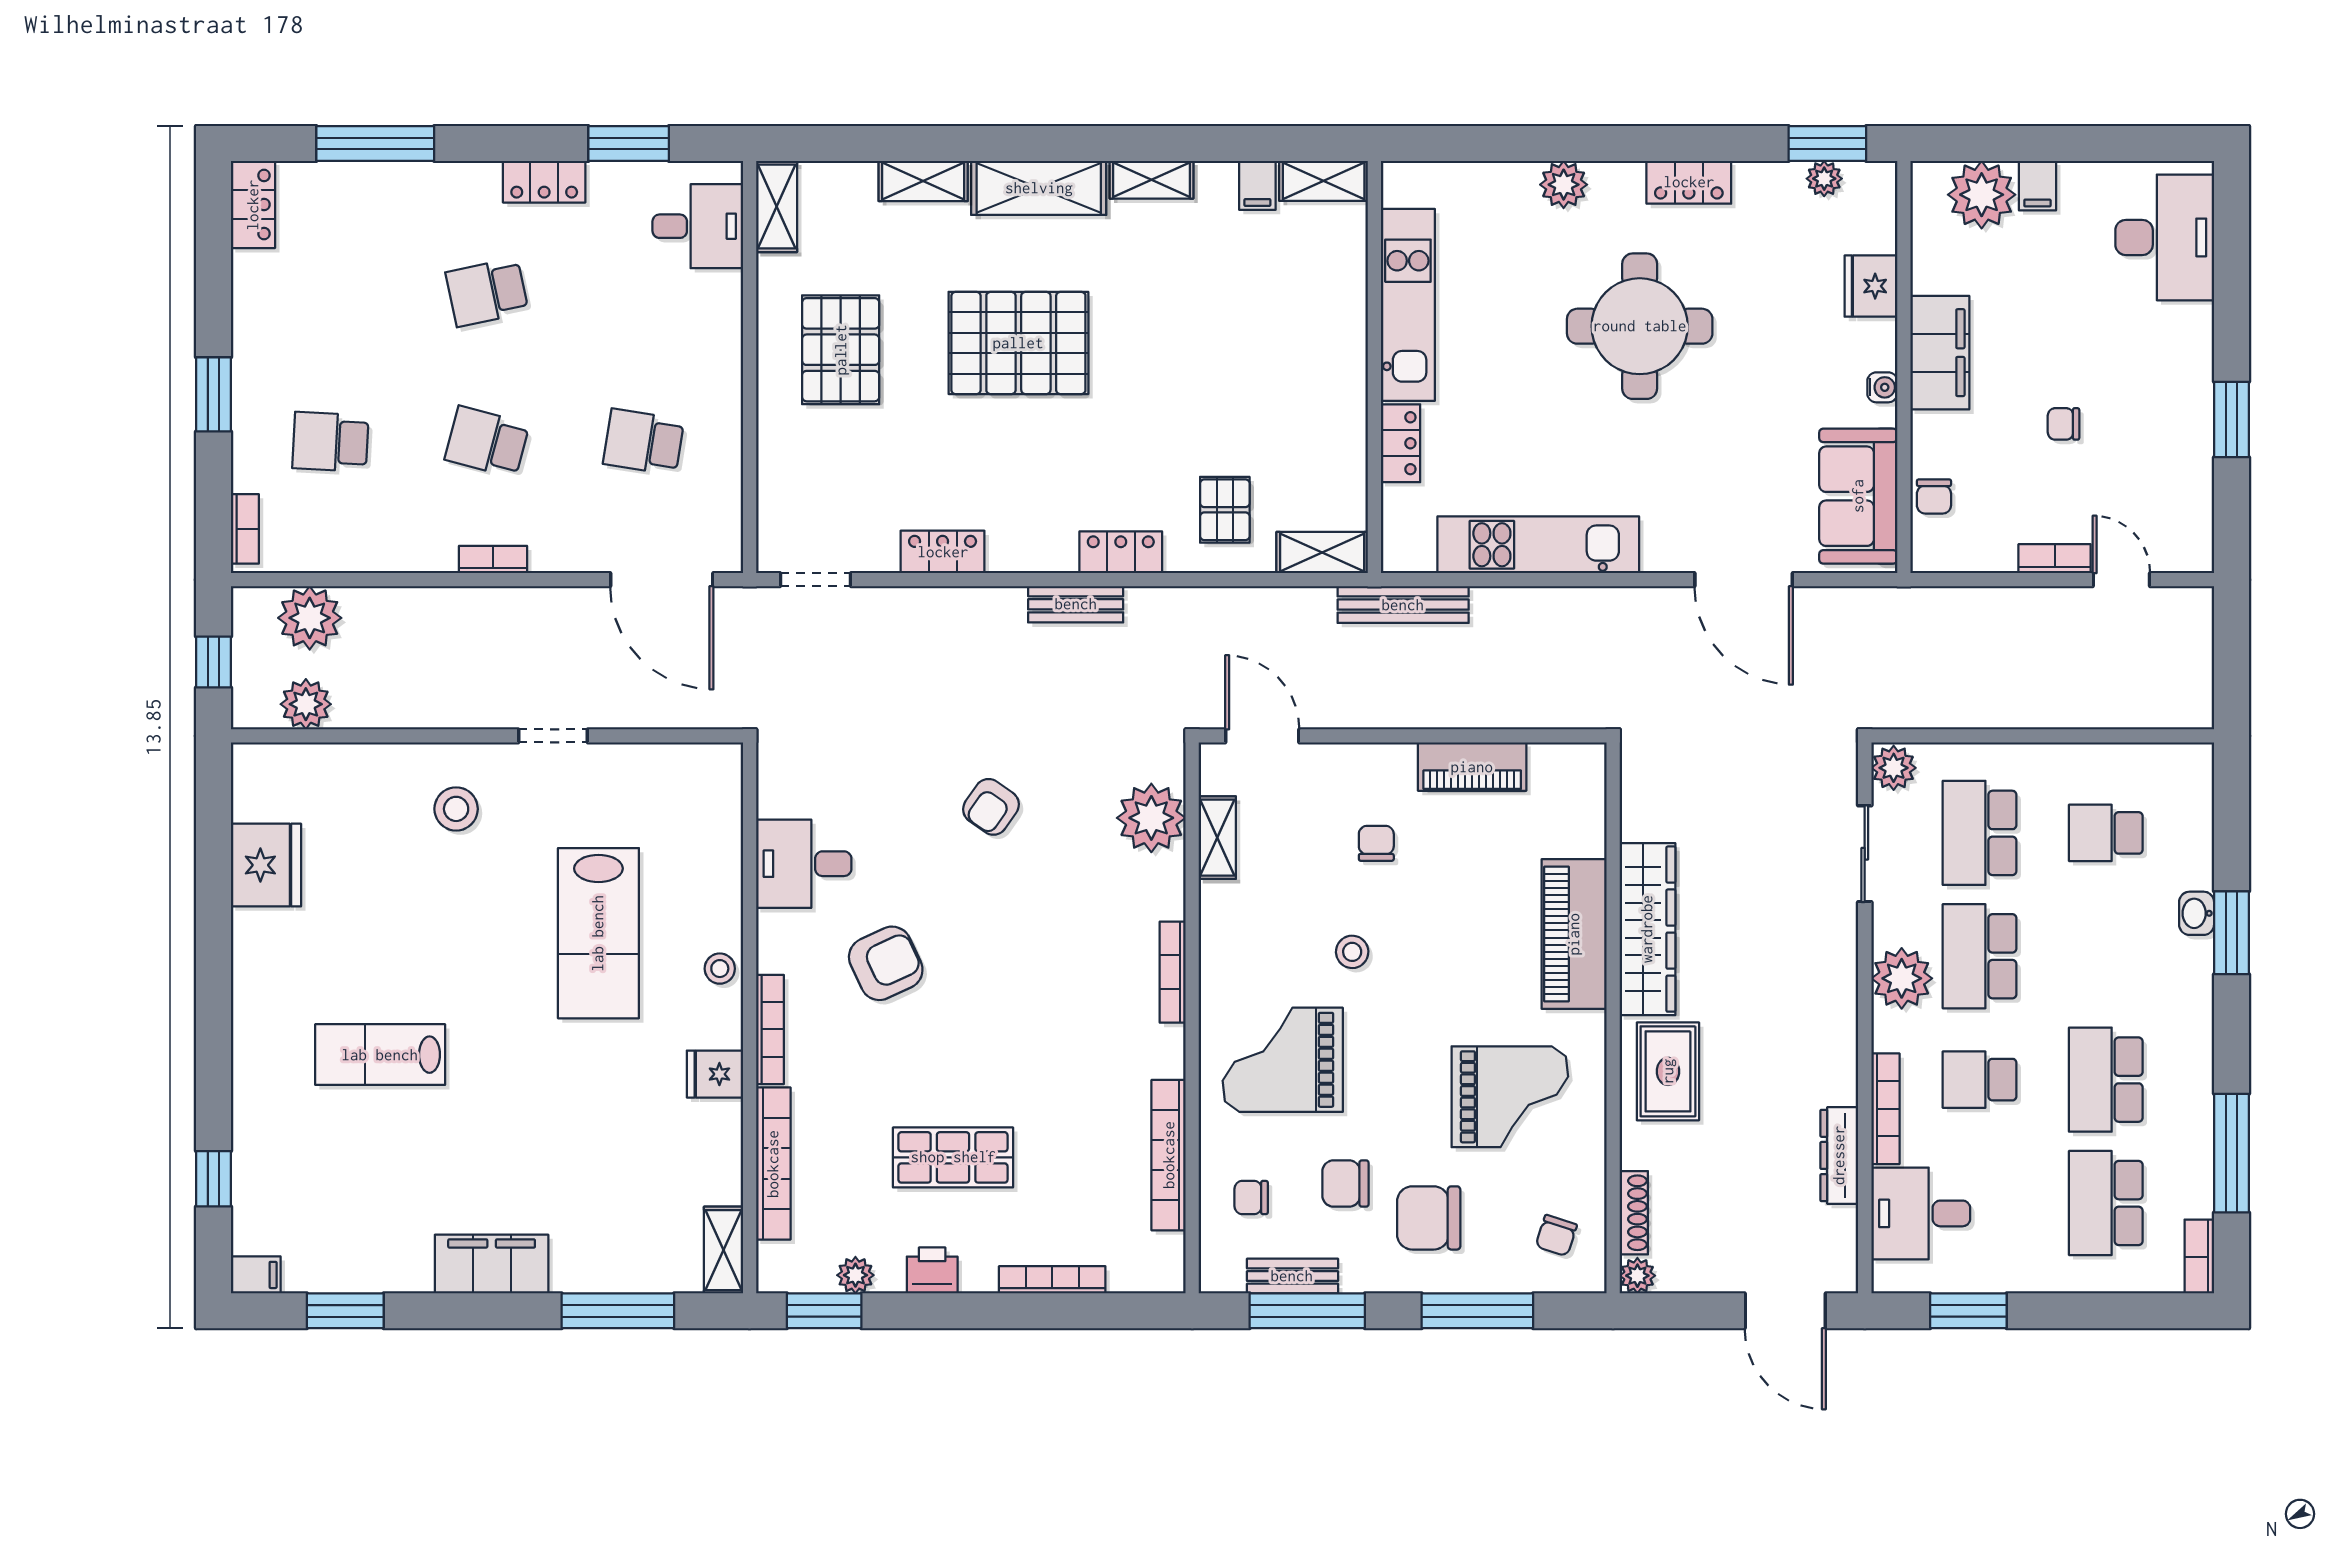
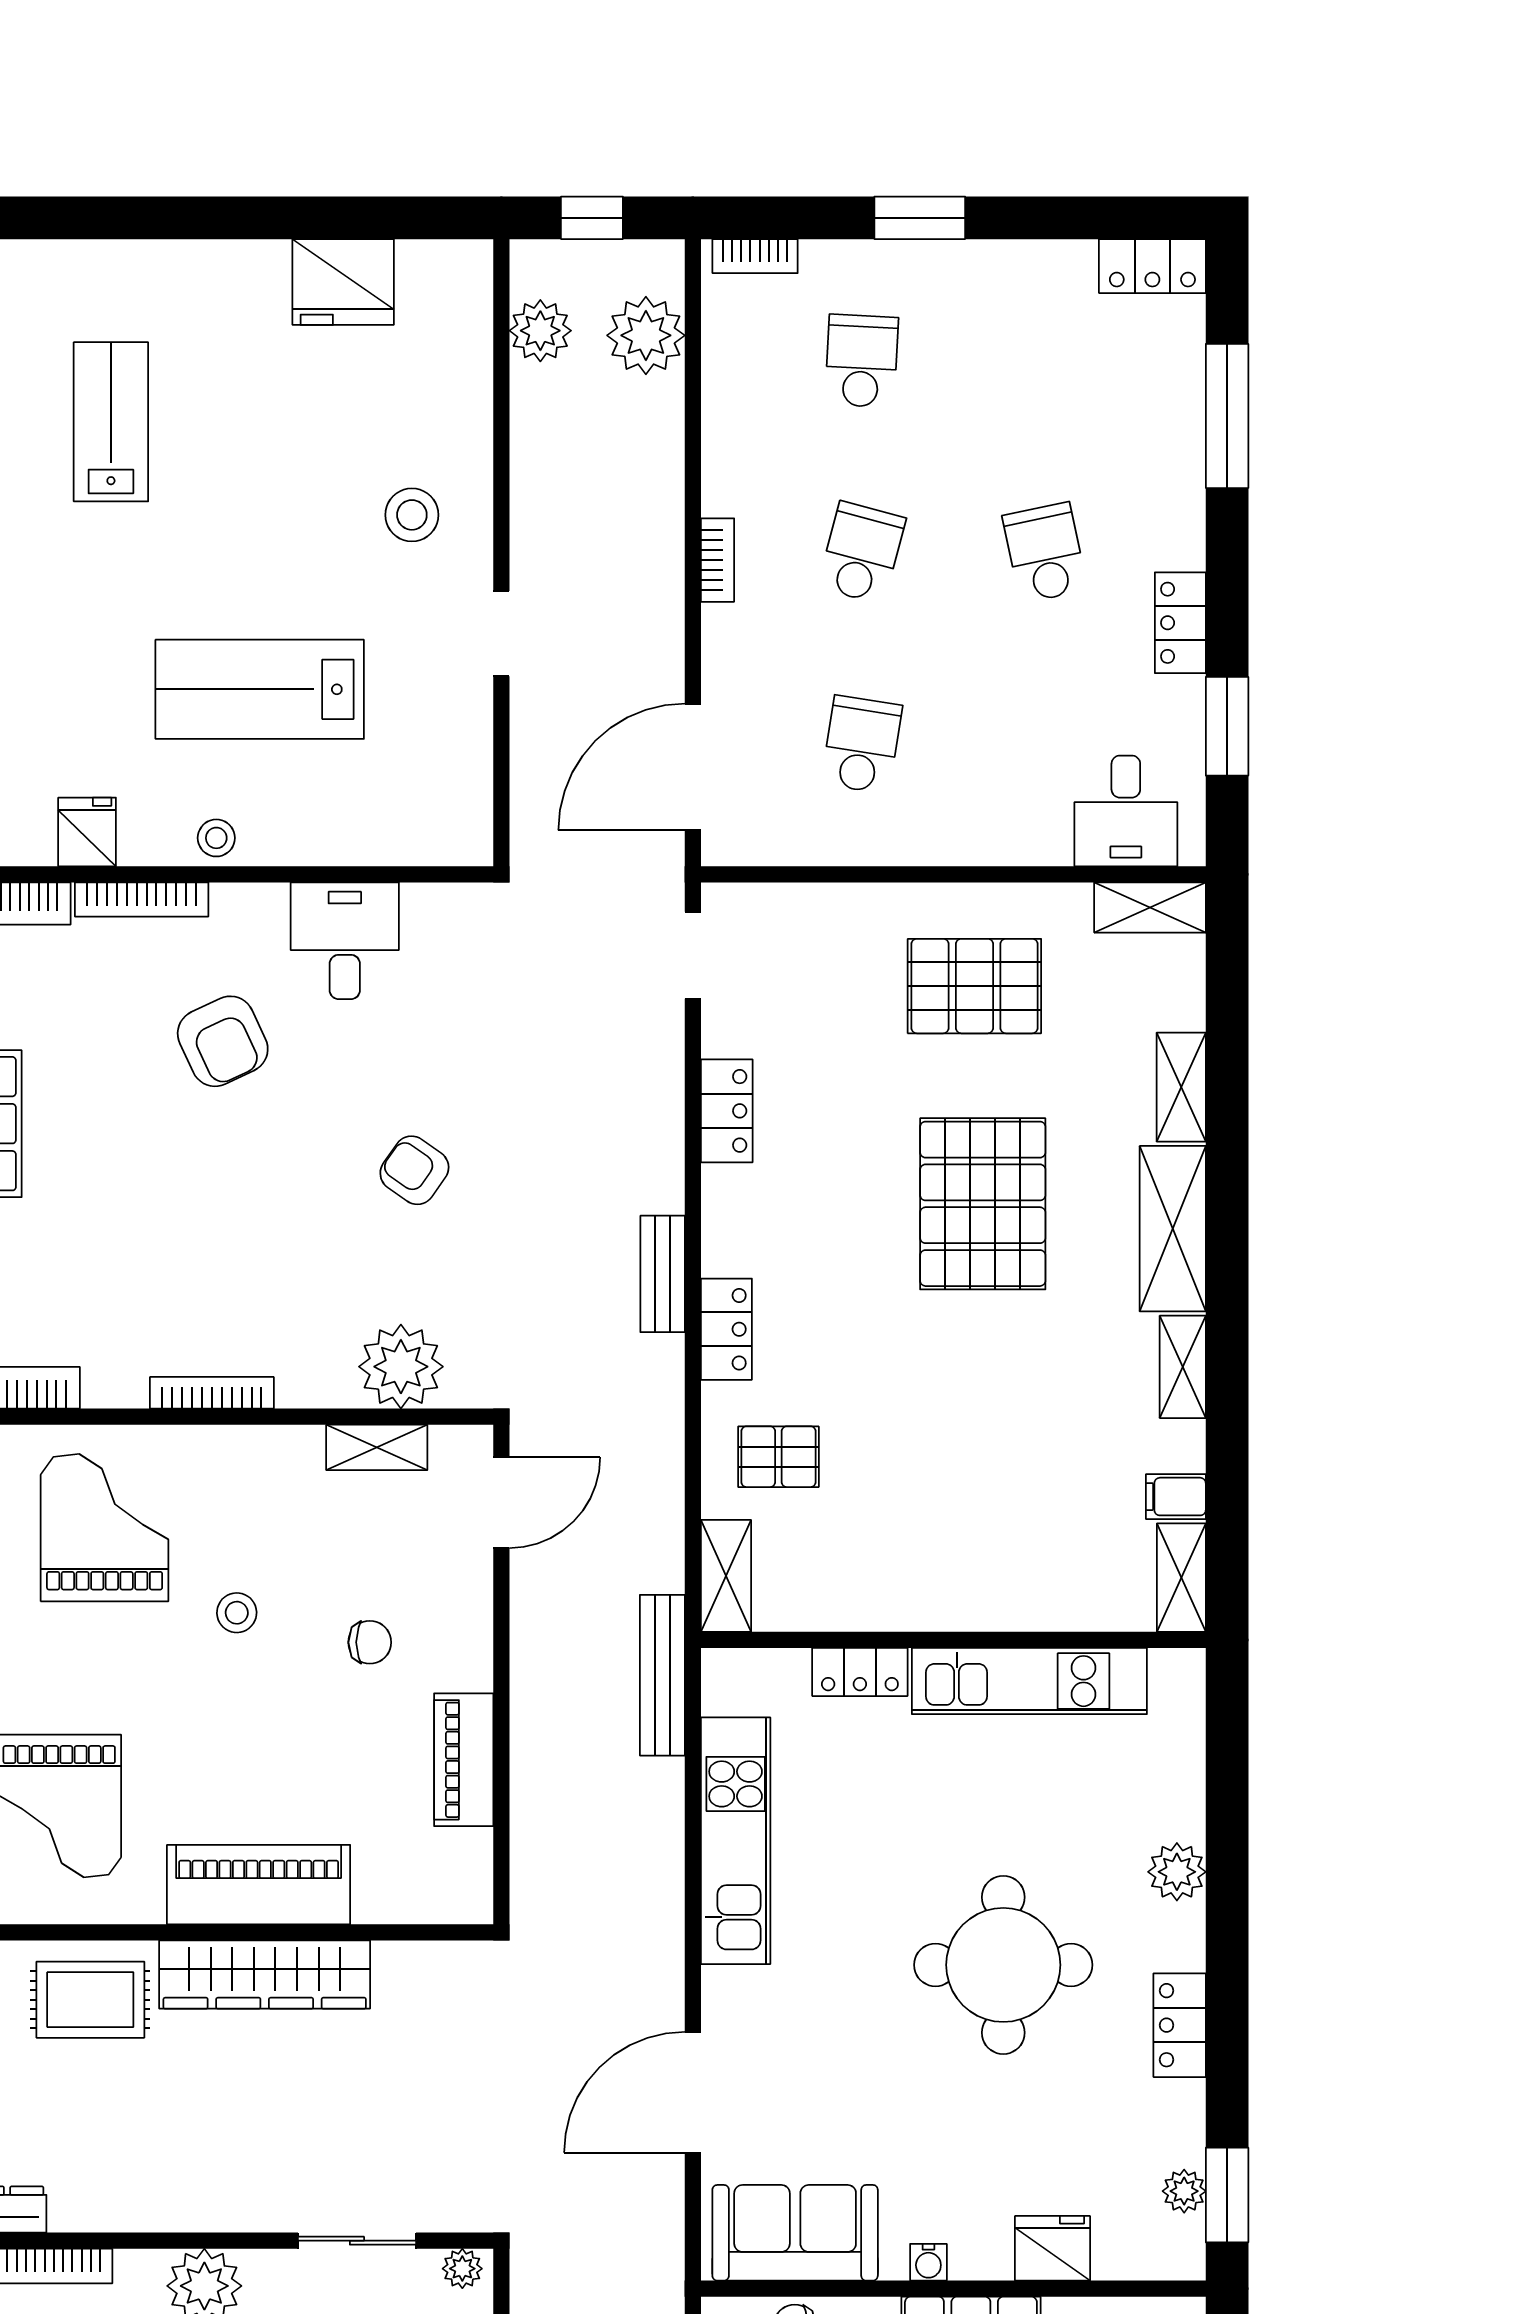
plant: (1894, 768) -> (462, 2269), width x0.73, depth x0.73

